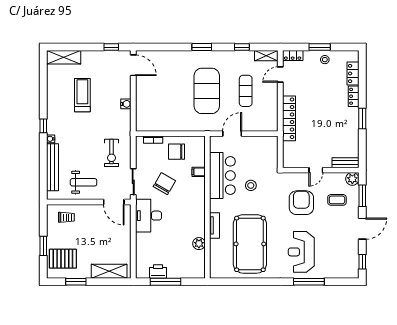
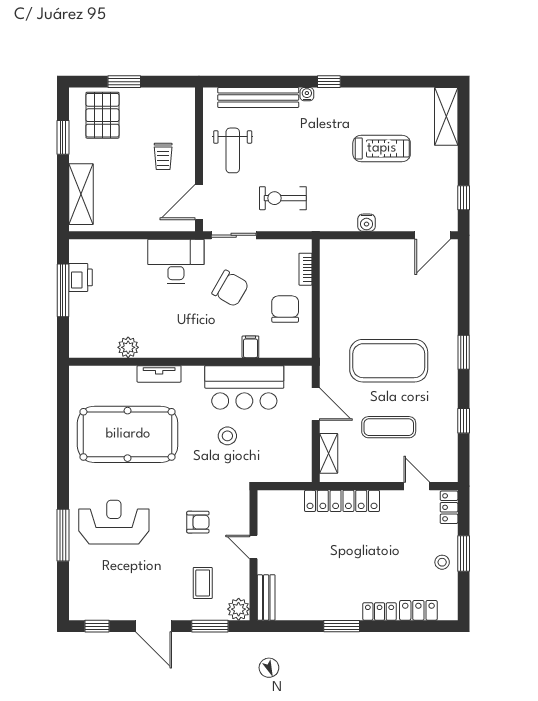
shelving: (266, 56) -> (329, 453), moved
armchair: (301, 203) -> (198, 522), width x0.53, depth x0.53
trolley: (66, 217) -> (163, 156), moved

